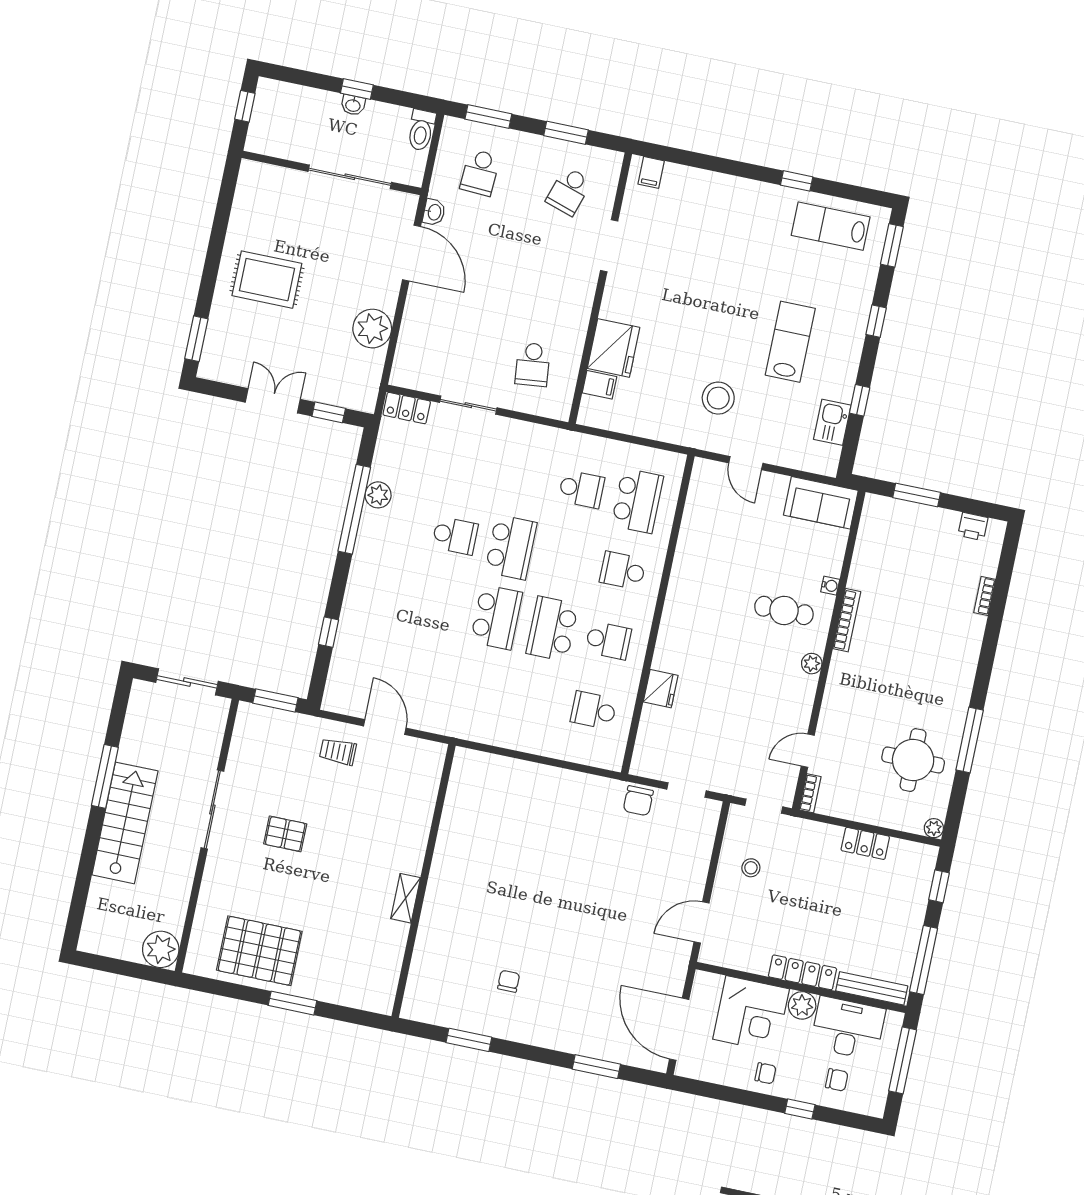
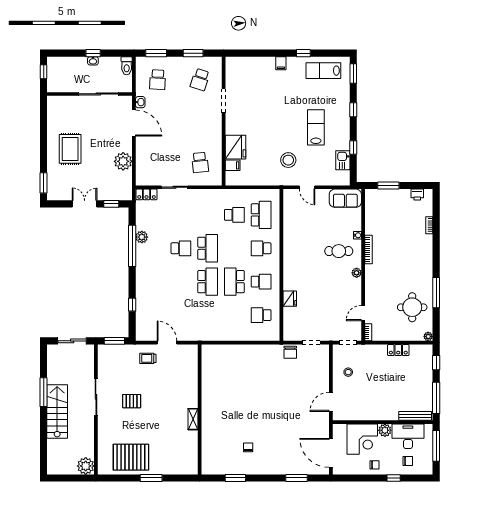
filing cabinet: (651, 172) -> (281, 63), moved
rug: (267, 280) -> (70, 149), turned 90
locker: (802, 972) -> (382, 415), removed

